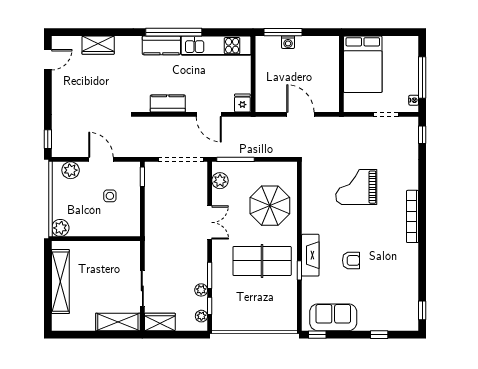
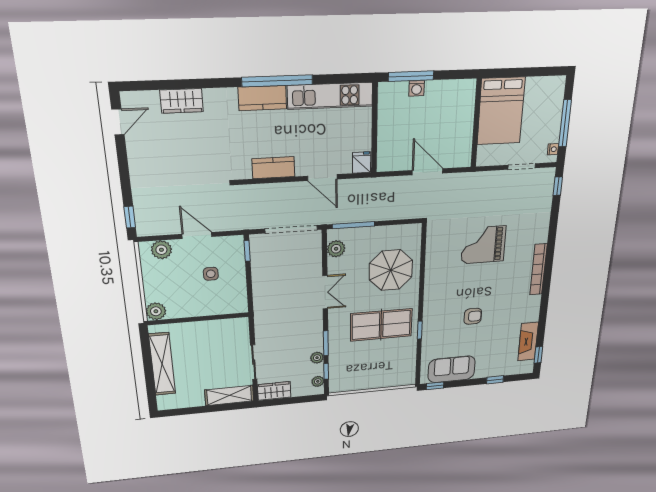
fireplace: (310, 255) -> (528, 342), moved, turned 180

